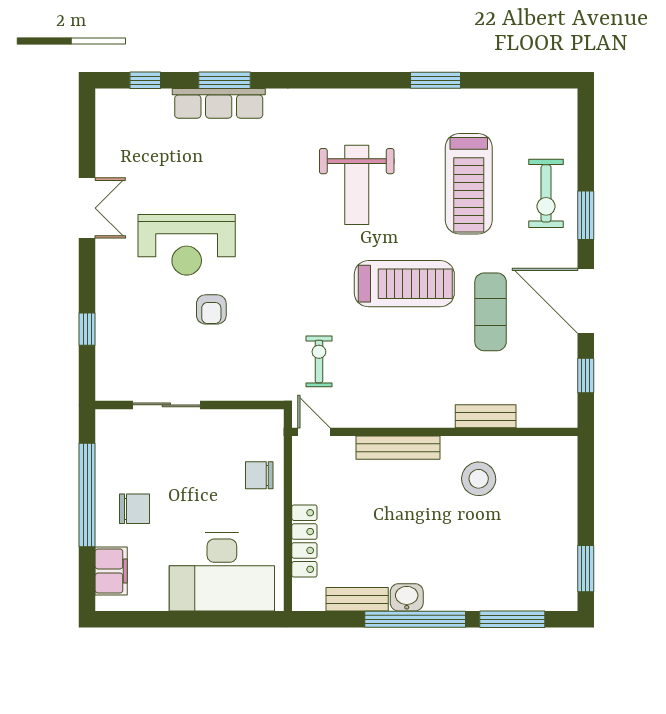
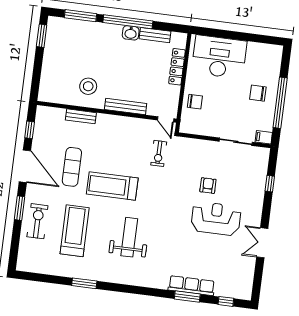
filing cabinet: (111, 571) -> (264, 137), moved, width x0.50

